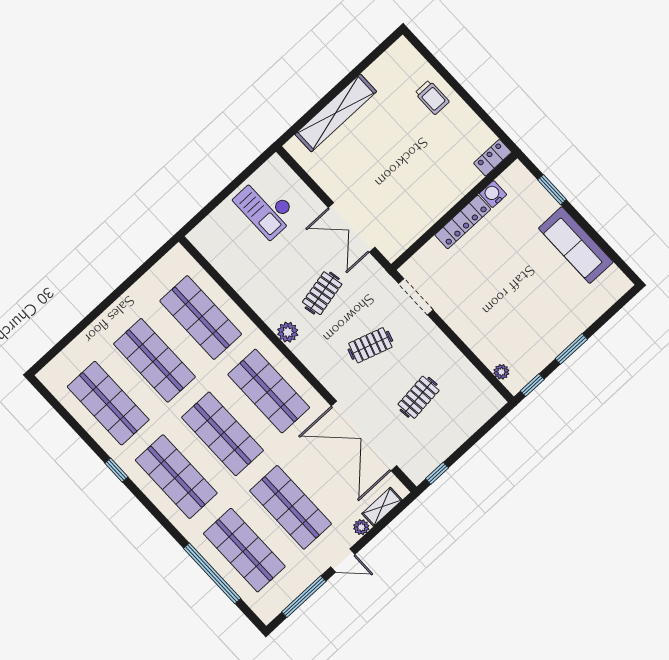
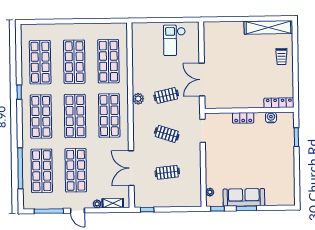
shelving: (336, 113) -> (268, 27), moved
locker: (493, 158) -> (279, 103), width x1.53
locker: (463, 222) -> (243, 118), width x0.66
sofa: (576, 245) -> (244, 197), moved, turned 90
double door: (364, 436) -> (131, 168), width x0.73

